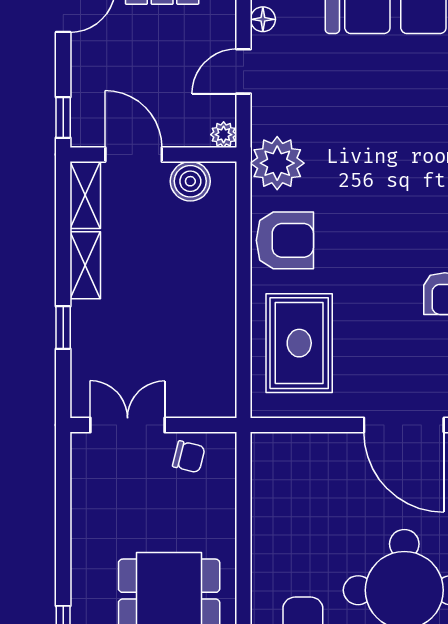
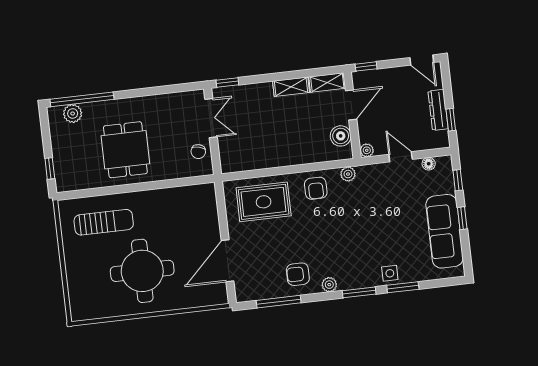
plant: (277, 163) -> (348, 174), width x0.53, depth x0.53
armchair: (285, 240) -> (316, 188), width x0.72, depth x0.72
window: (63, 328) -> (227, 82), moved

